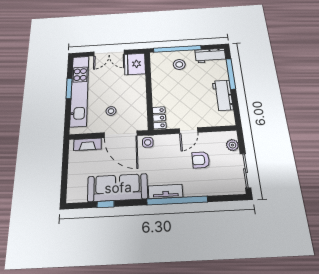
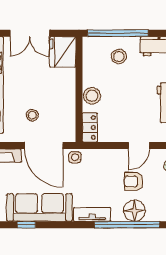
stool: (160, 94) -> (92, 96), added
door: (188, 130) -> (139, 145), moved
floor lamp: (204, 186) -> (134, 211), added
window: (177, 201) -> (127, 225), moved

